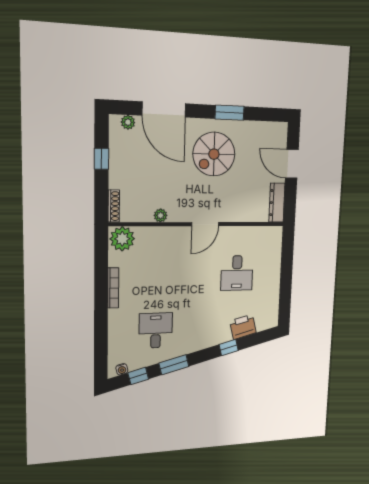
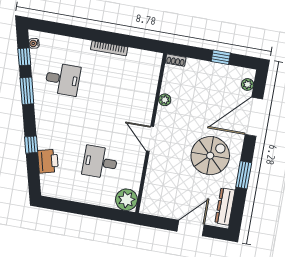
spiral stairs: (214, 154) -> (210, 156), turned 90
dresser: (277, 203) -> (225, 206), moved, turned -90
shoe rack: (114, 206) -> (176, 60), width x0.70
plant: (122, 239) -> (126, 200), moved

